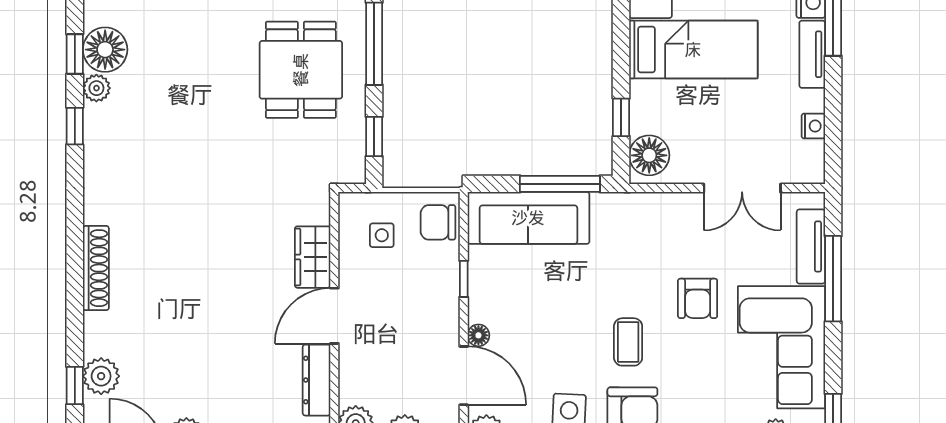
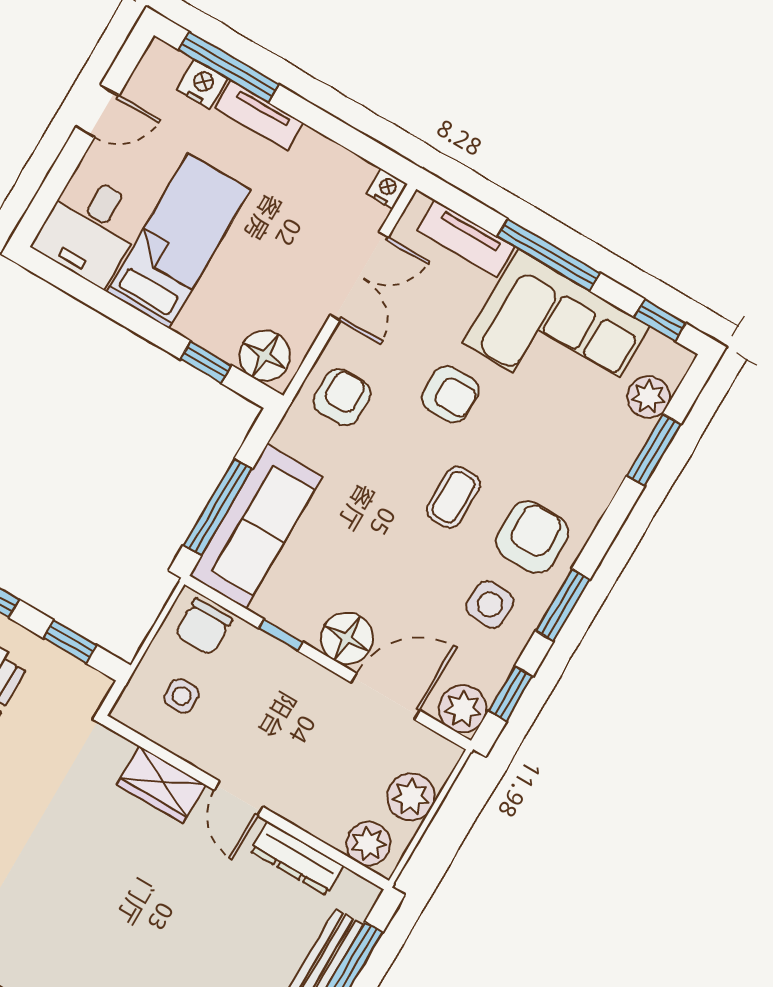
nightstand: (813, 126) -> (387, 189), moved
window: (560, 184) -> (218, 507), moved
armchair: (652, 225) -> (342, 397), added
window: (833, 279) -> (548, 255), moved
door: (334, 316) -> (239, 798), width x0.73
floor lamp: (478, 335) -> (347, 638), width x1.89, depth x1.89
coffee table: (628, 342) -> (453, 497), turned 90

